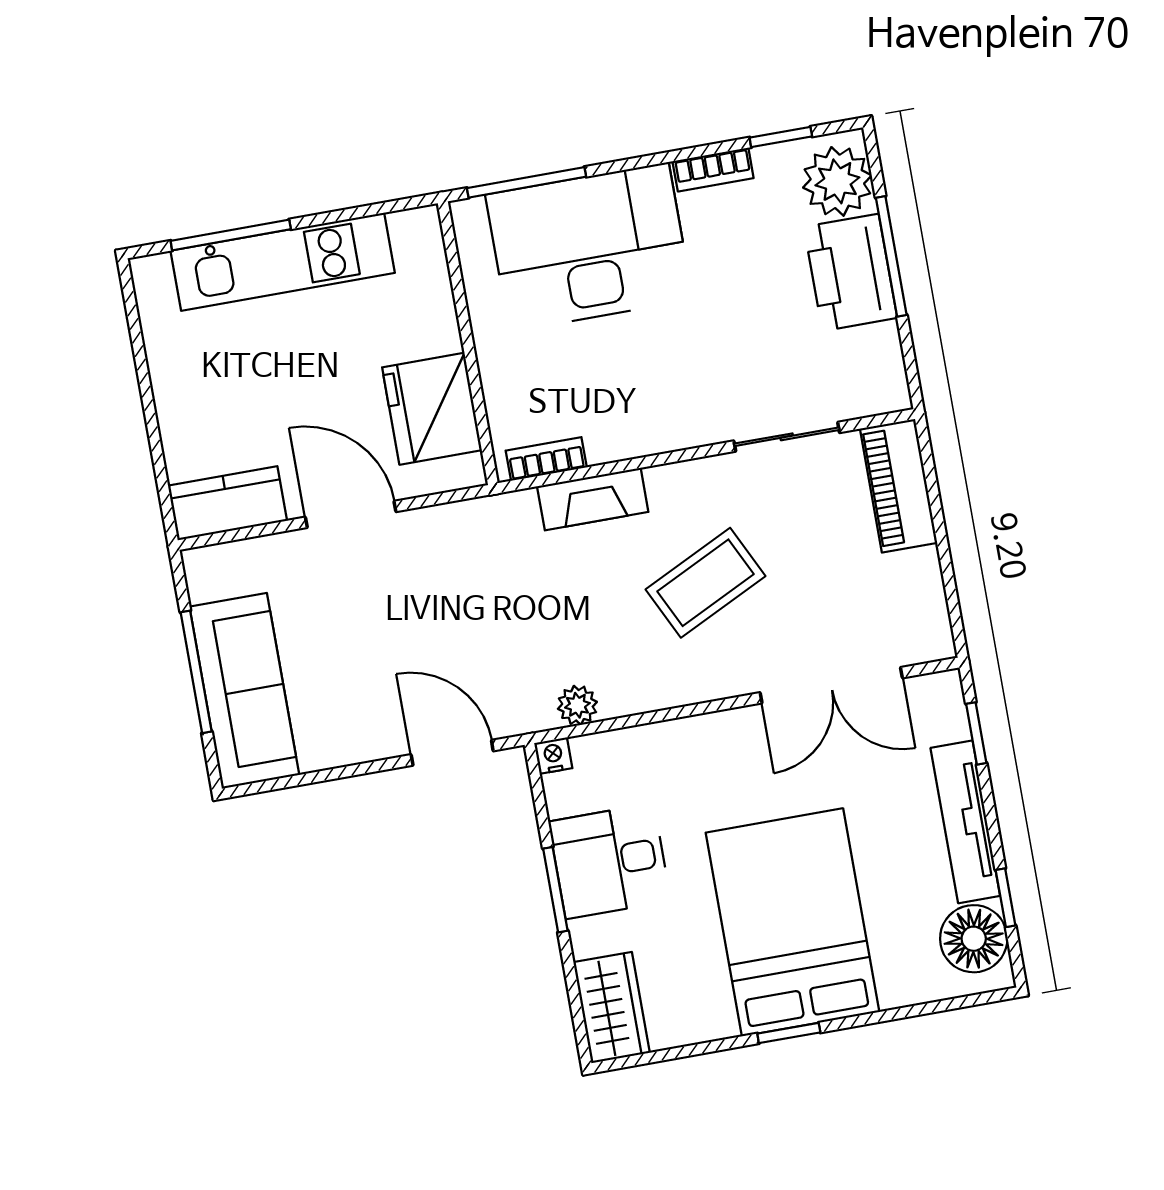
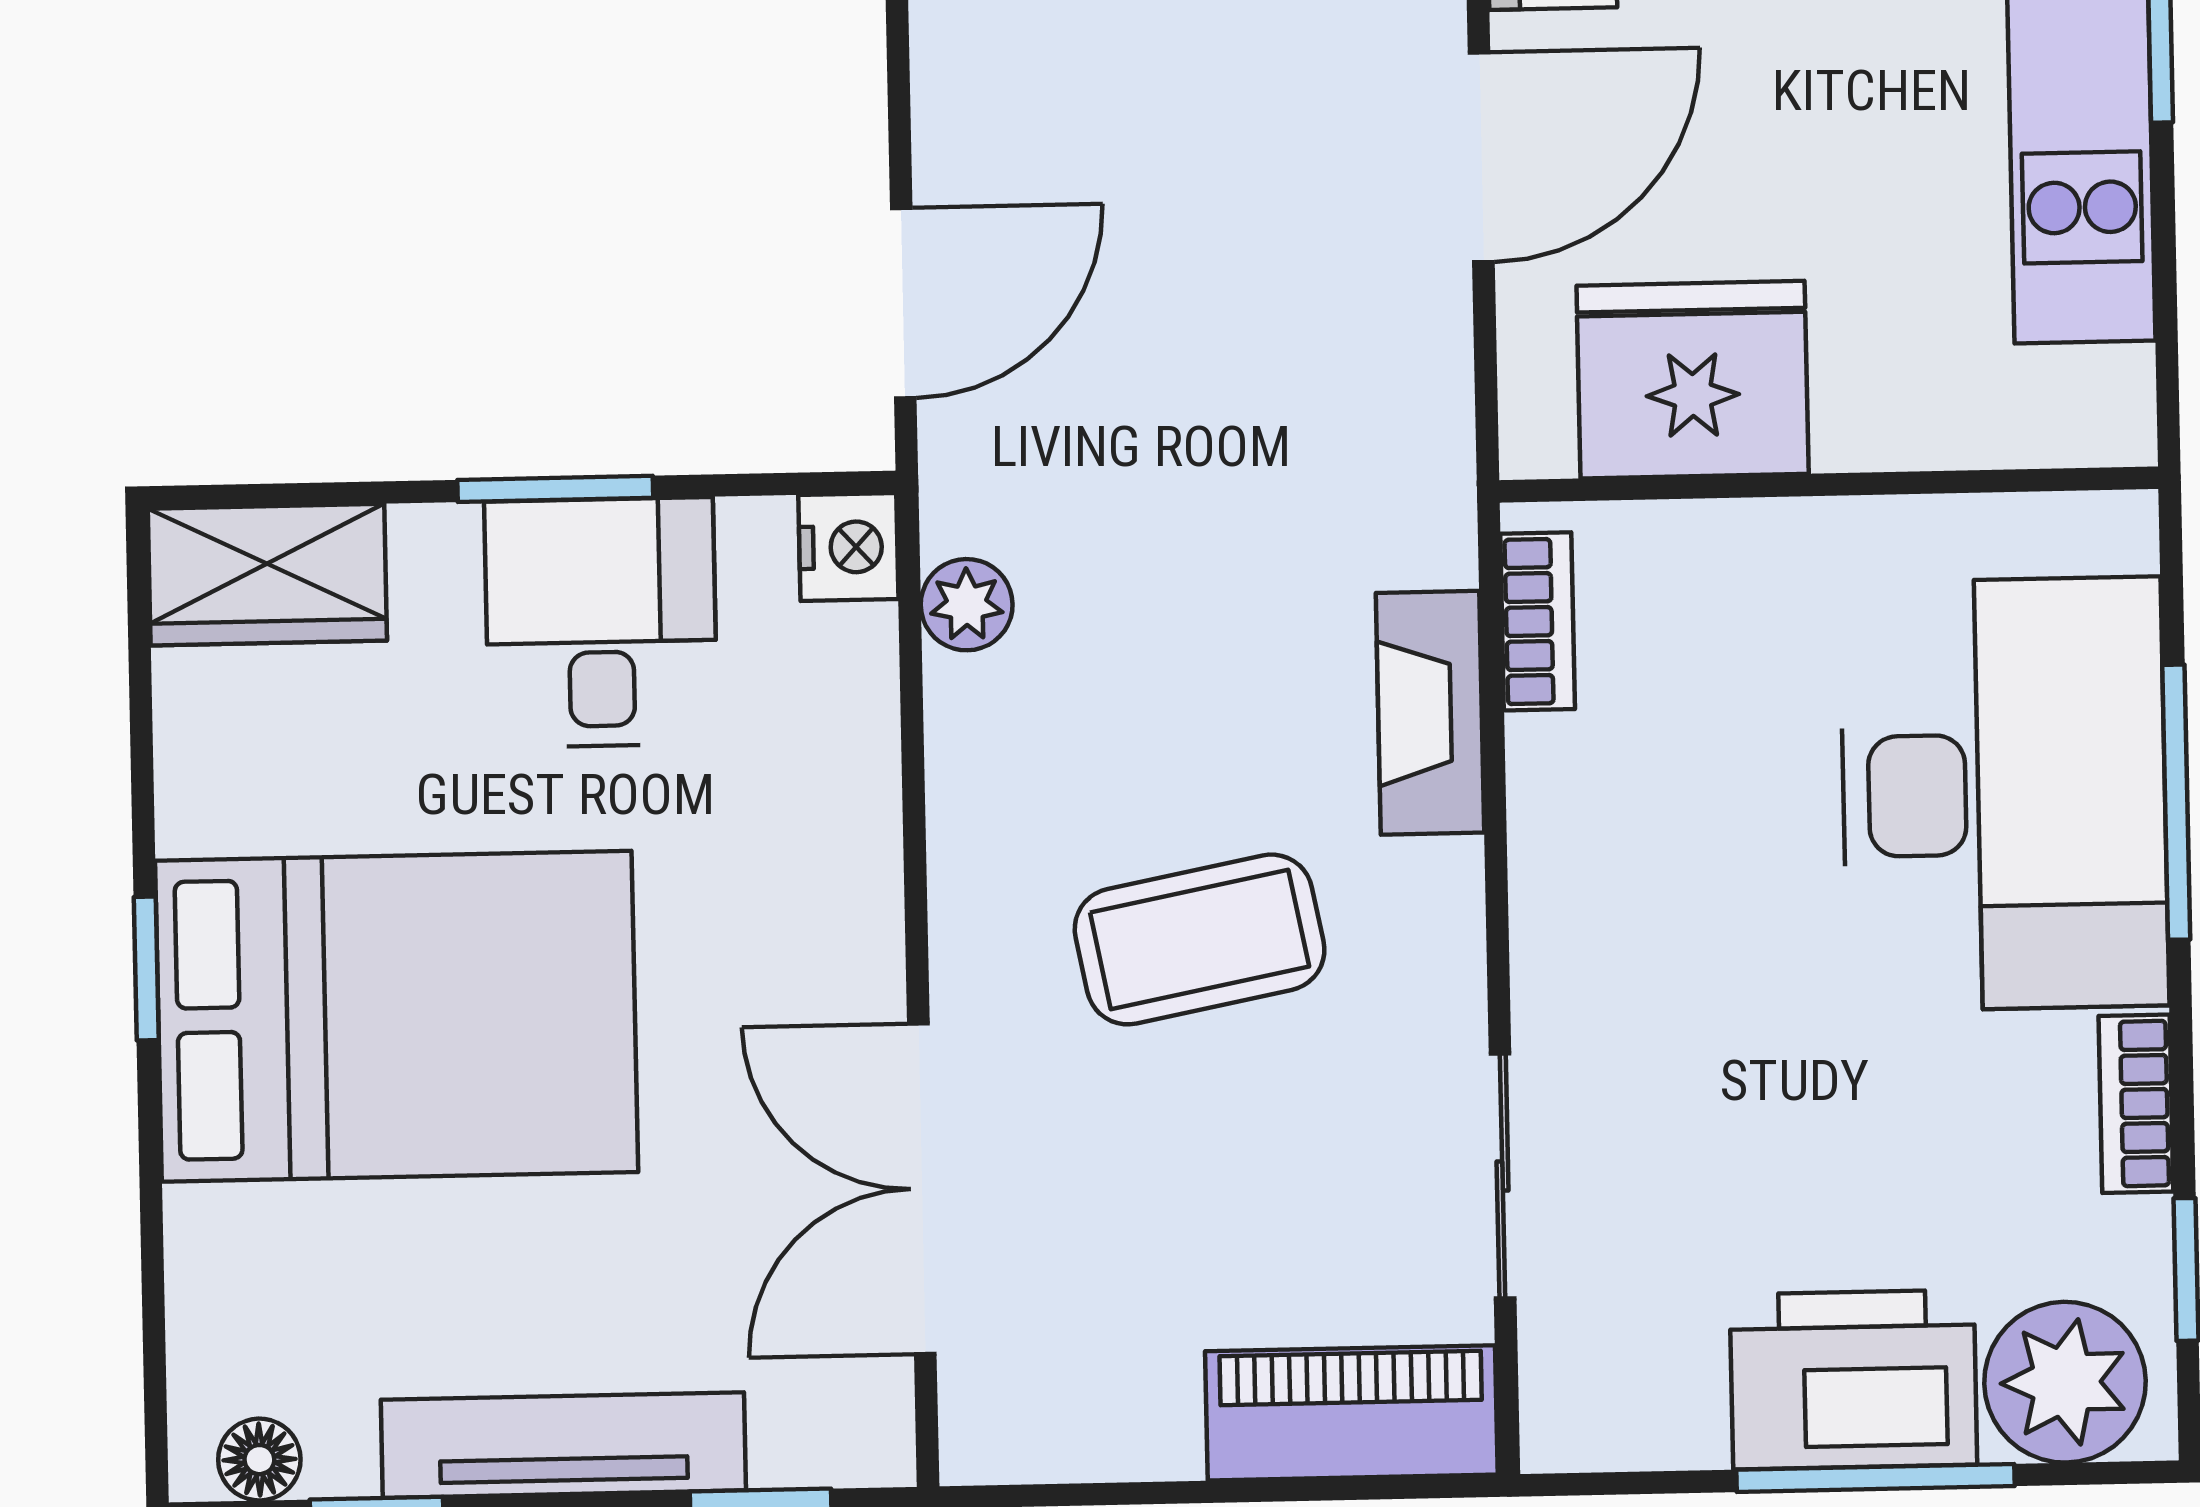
window: (527, 182) -> (2176, 802), moved
coffee table: (706, 583) -> (1200, 939), turned -75
nightstand: (553, 756) -> (848, 547), width x1.39, depth x1.35
floor lamp: (974, 939) -> (259, 1460), width x0.53, depth x0.53

